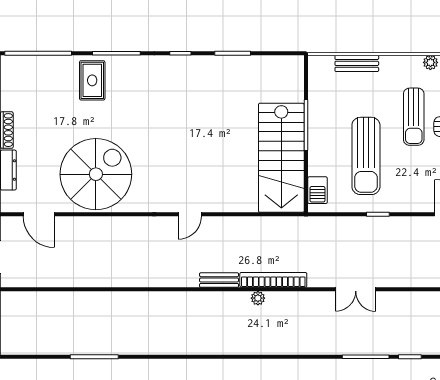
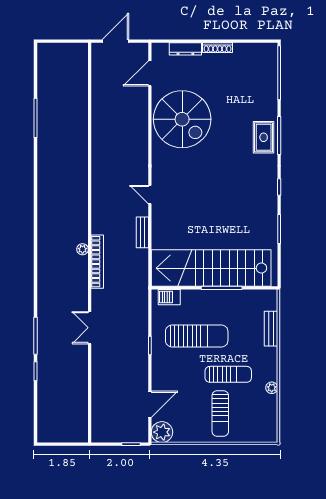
rug: (92, 80) -> (264, 137), moved, turned 90
sun lounger: (414, 117) -> (228, 374), turned 180
sun lounger: (366, 156) -> (197, 336), turned 180
stairs: (281, 158) -> (211, 268), width x1.36
bench: (219, 280) -> (142, 232), moved

